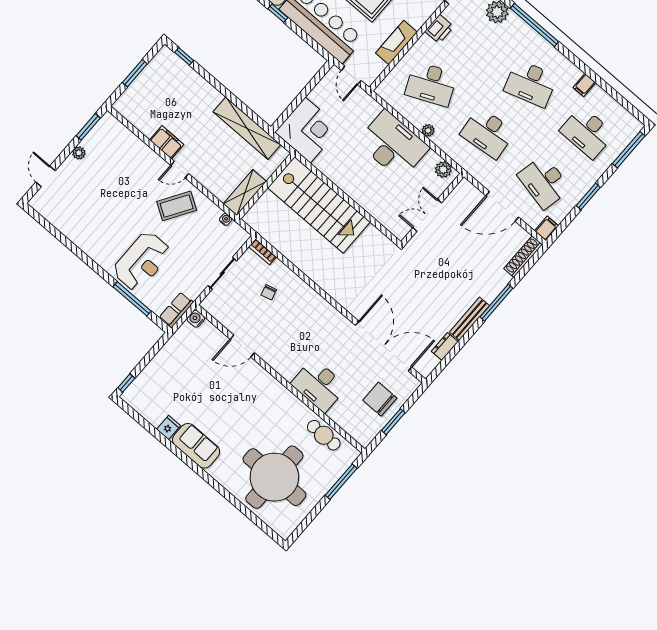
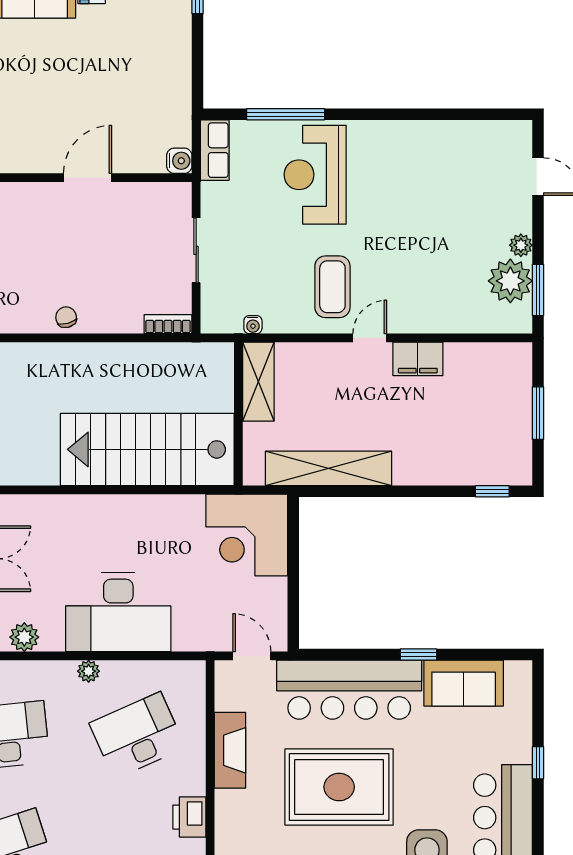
plant: (97, 141) -> (510, 281), added
coffee table: (177, 206) -> (332, 287), turned -32
chair: (269, 292) -> (66, 317), moved

